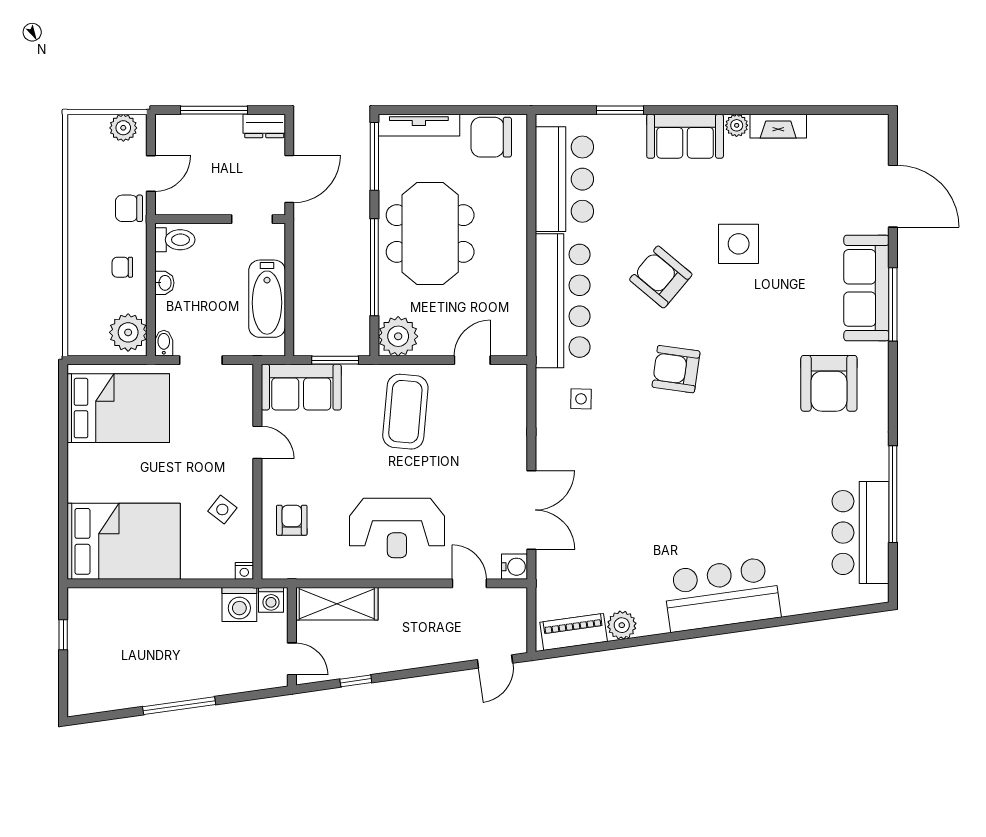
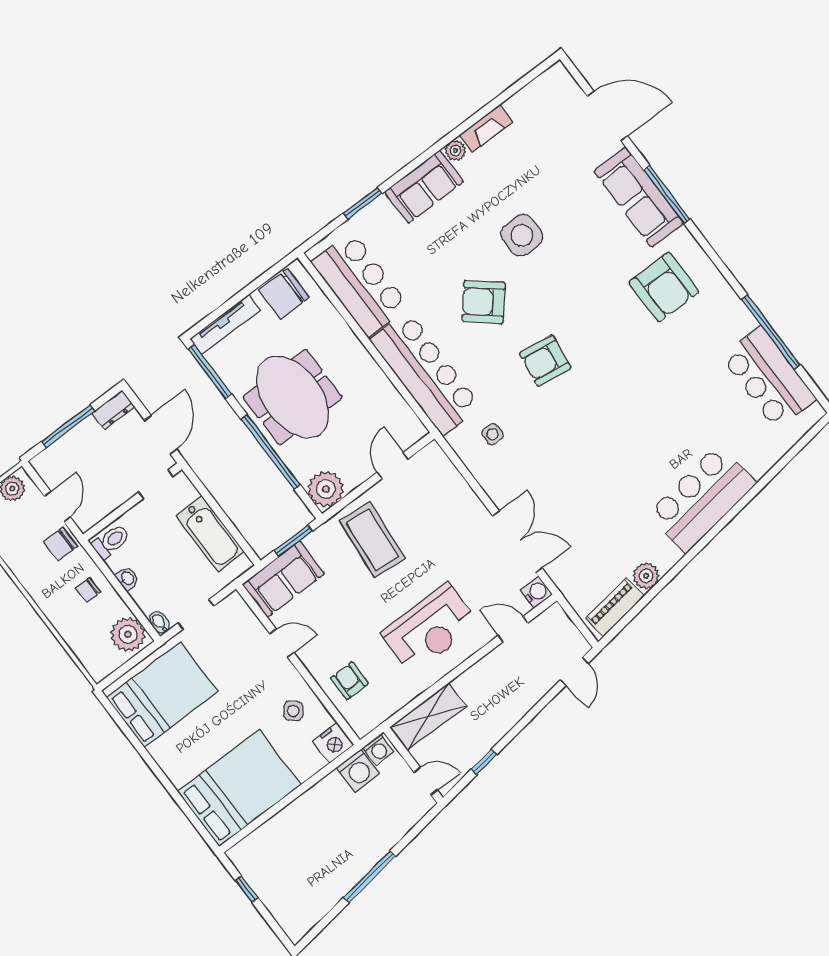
nightstand: (244, 571) -> (333, 743), width x1.89, depth x1.79

